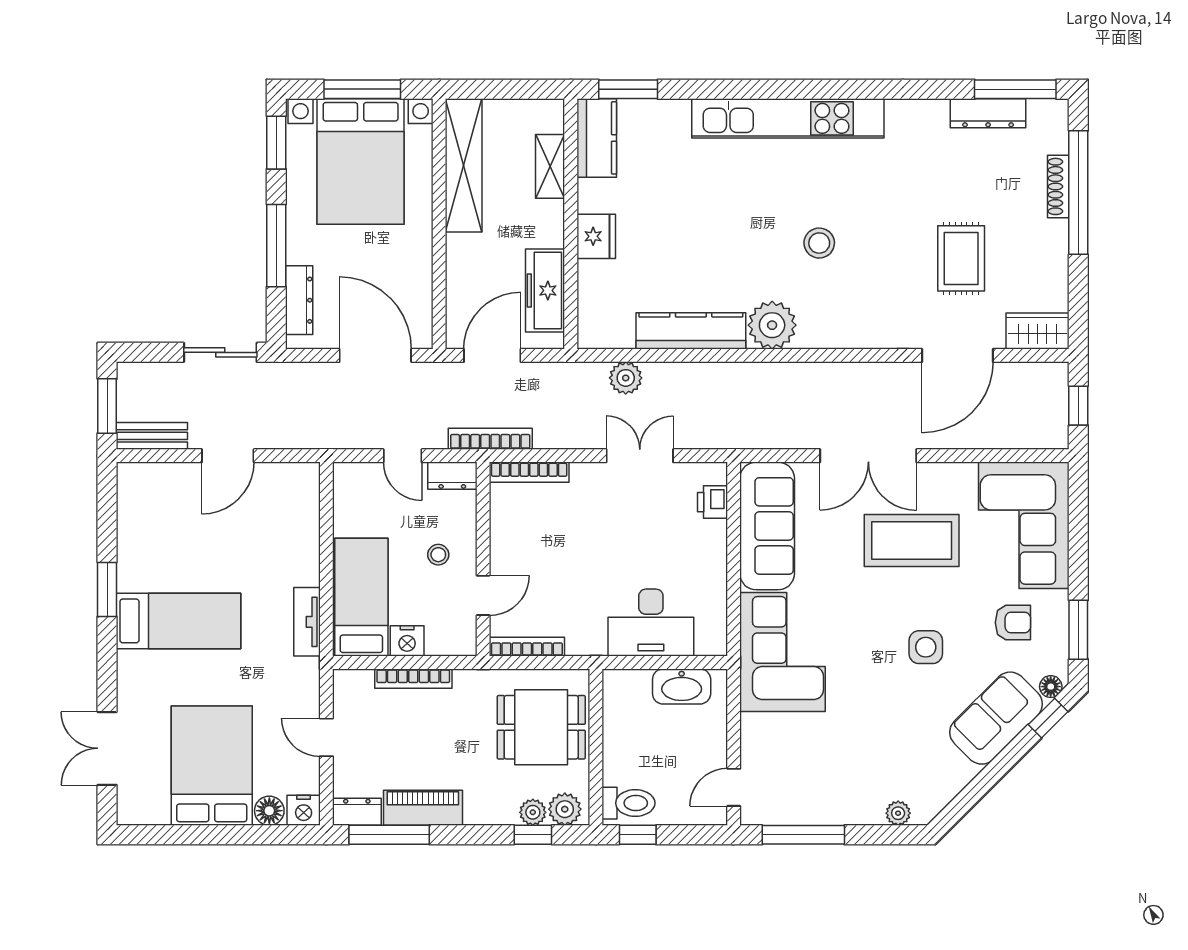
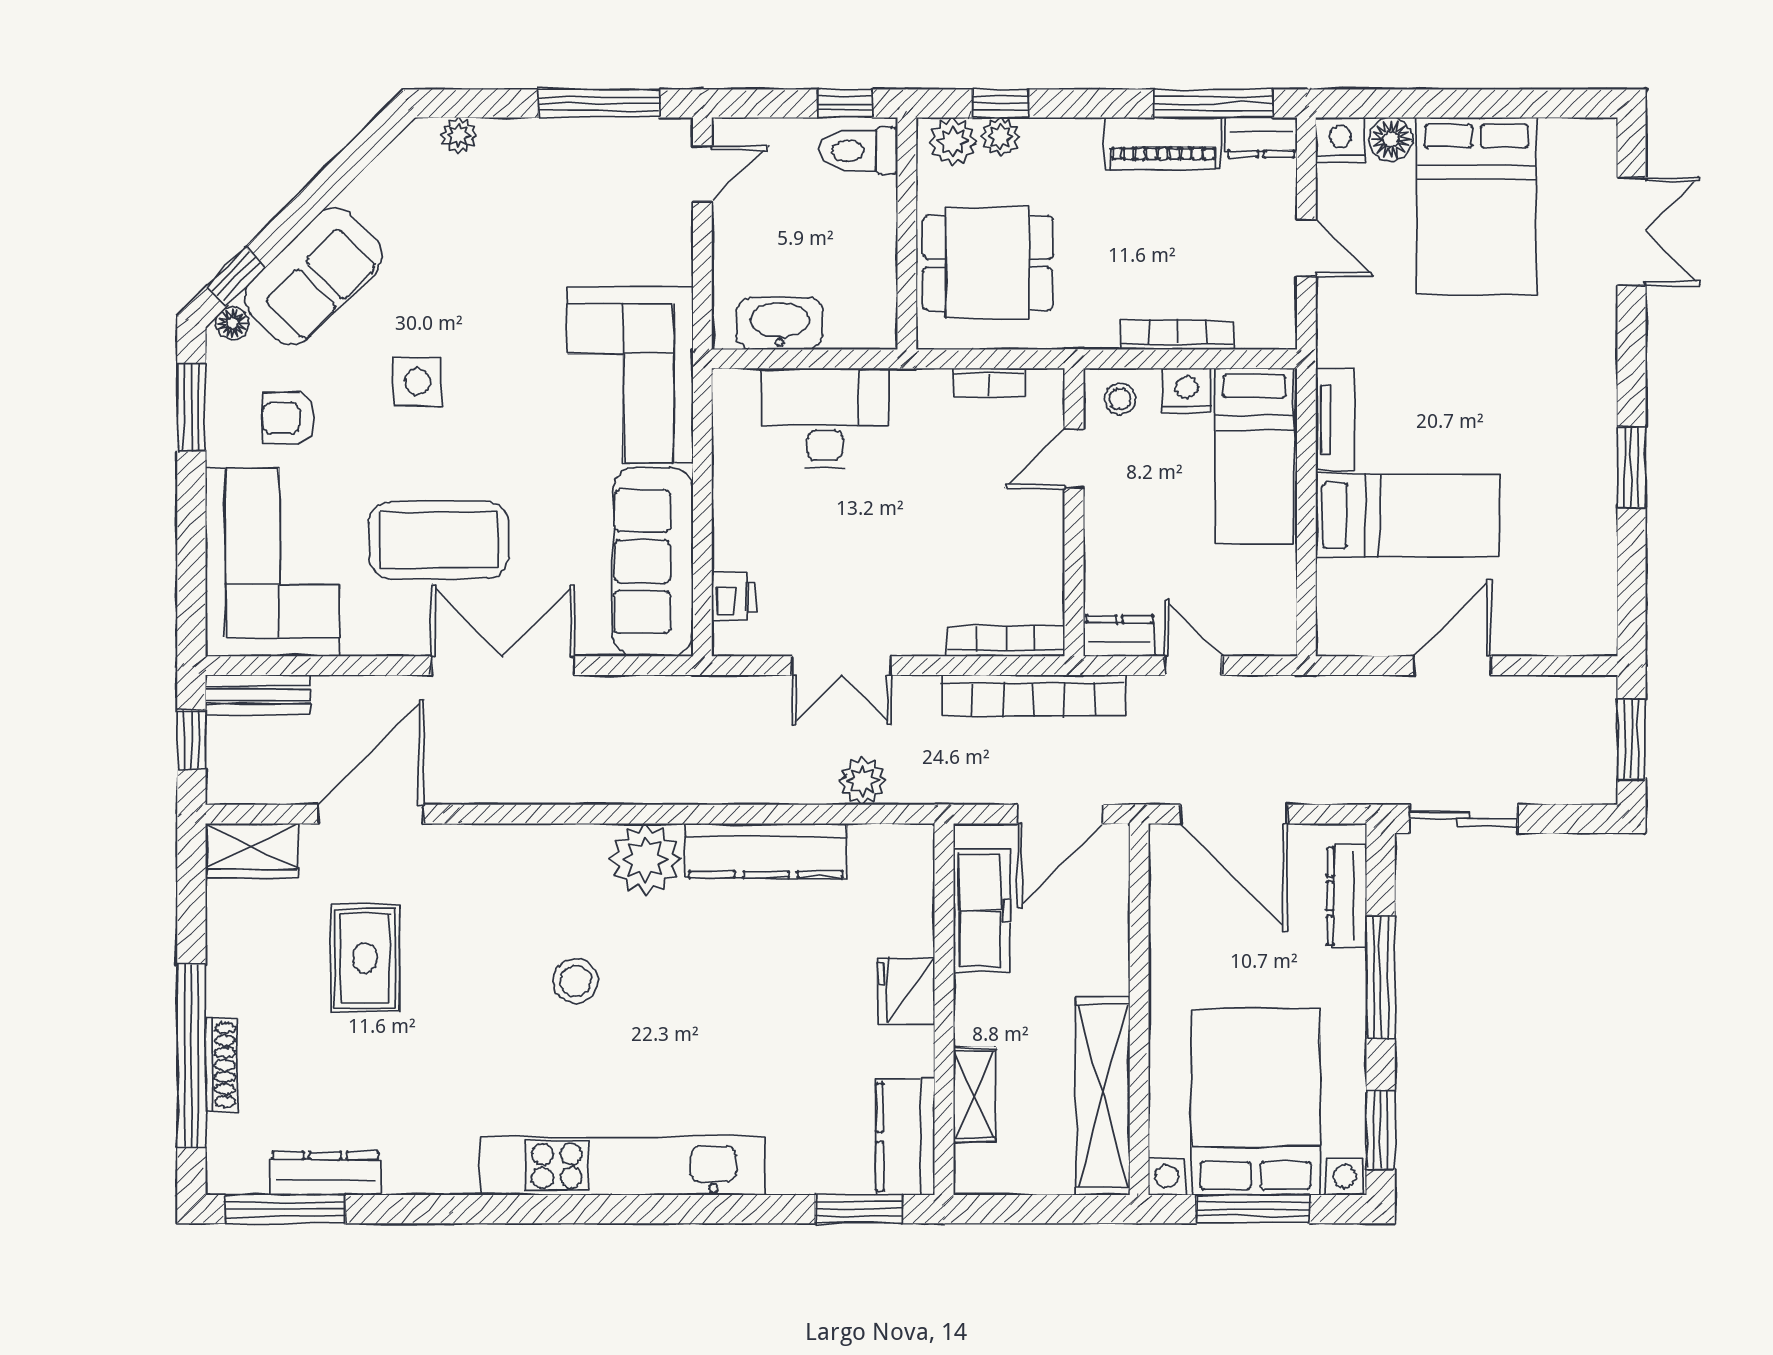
bench: (152, 436) -> (258, 695), moved
bookcase: (490, 439) -> (1034, 696), width x1.48, depth x1.31
stool: (438, 555) -> (1120, 399), moved
bed: (179, 621) -> (1408, 516), moved, turned 180
bookcase: (527, 647) -> (989, 382), width x0.64

